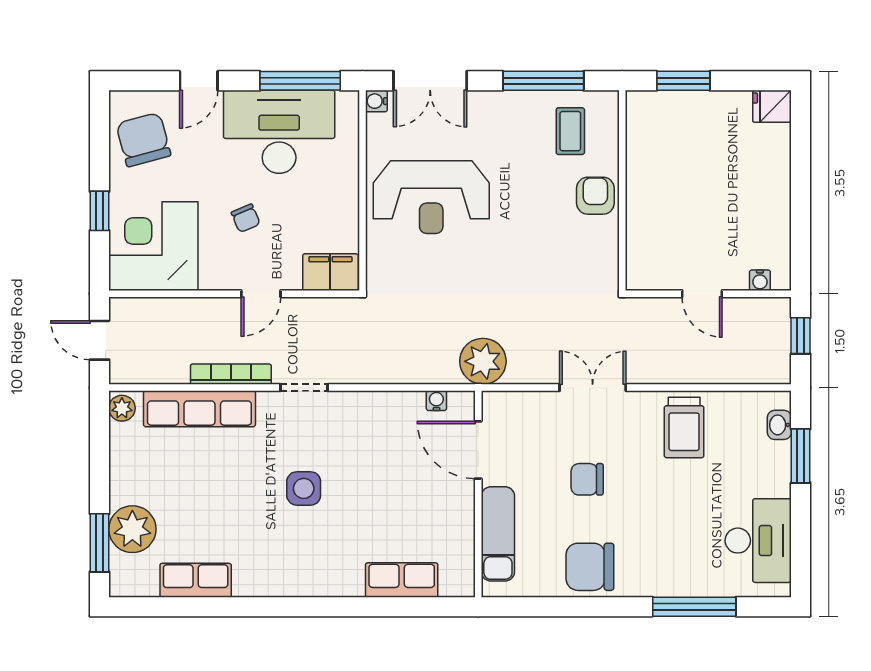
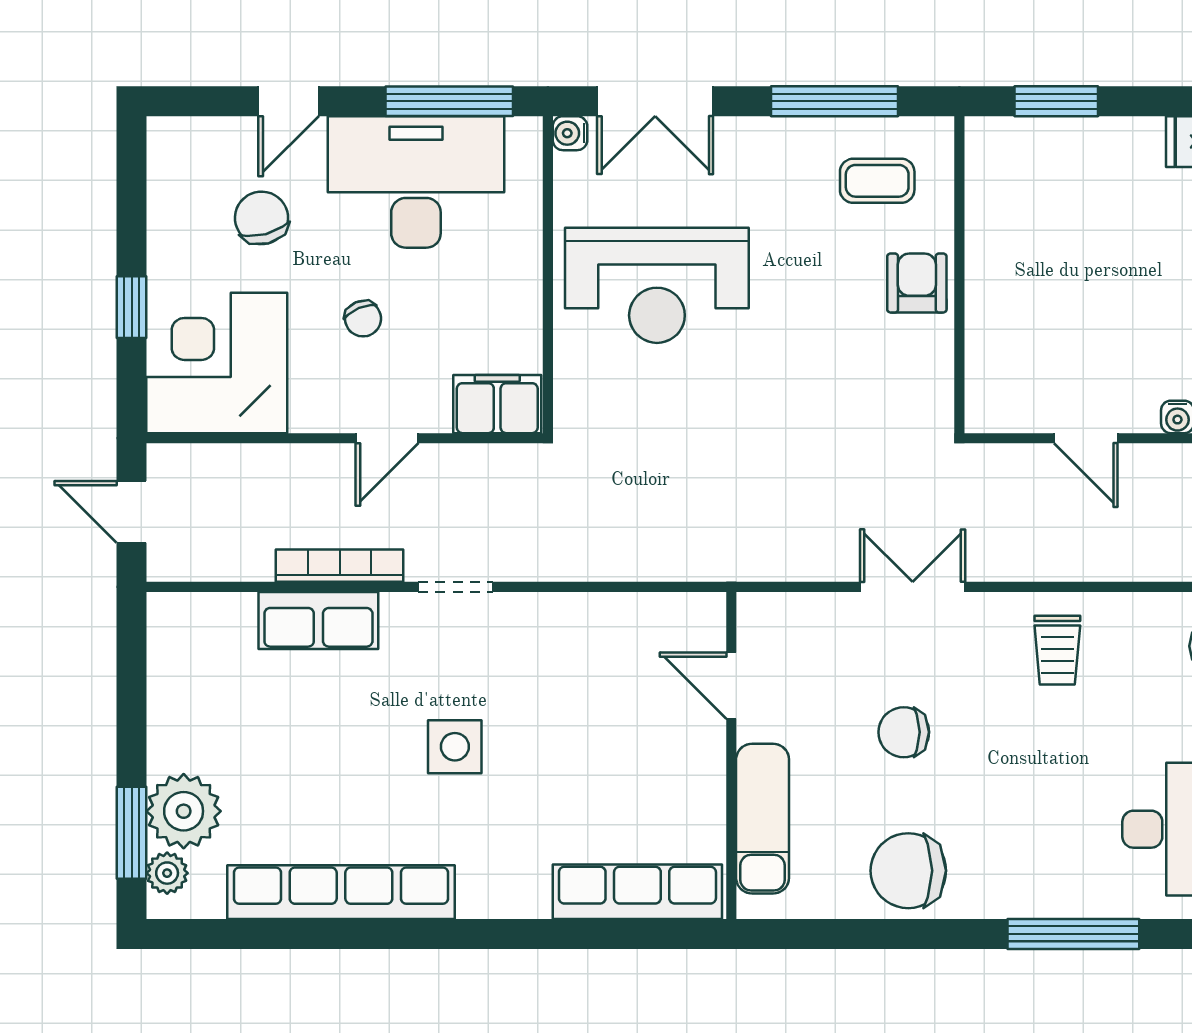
coffee table: (570, 131) -> (877, 181), turned 90
chair: (143, 140) -> (261, 218), moved, width x0.73, depth x0.73
plant: (483, 361) -> (739, 545), removed
water cooler: (436, 401) -> (665, 608), removed
plant: (122, 408) -> (167, 873), moved
row of seats: (199, 409) -> (318, 620), width x0.68
trolley: (684, 427) -> (1057, 650), width x0.73, depth x0.72
door: (478, 450) -> (731, 686), width x0.73
row of seats: (196, 580) -> (341, 892), width x2.02
row of seats: (402, 580) -> (637, 892), width x1.48

